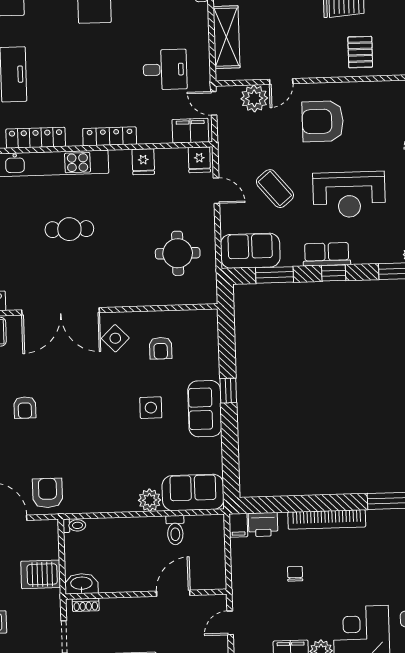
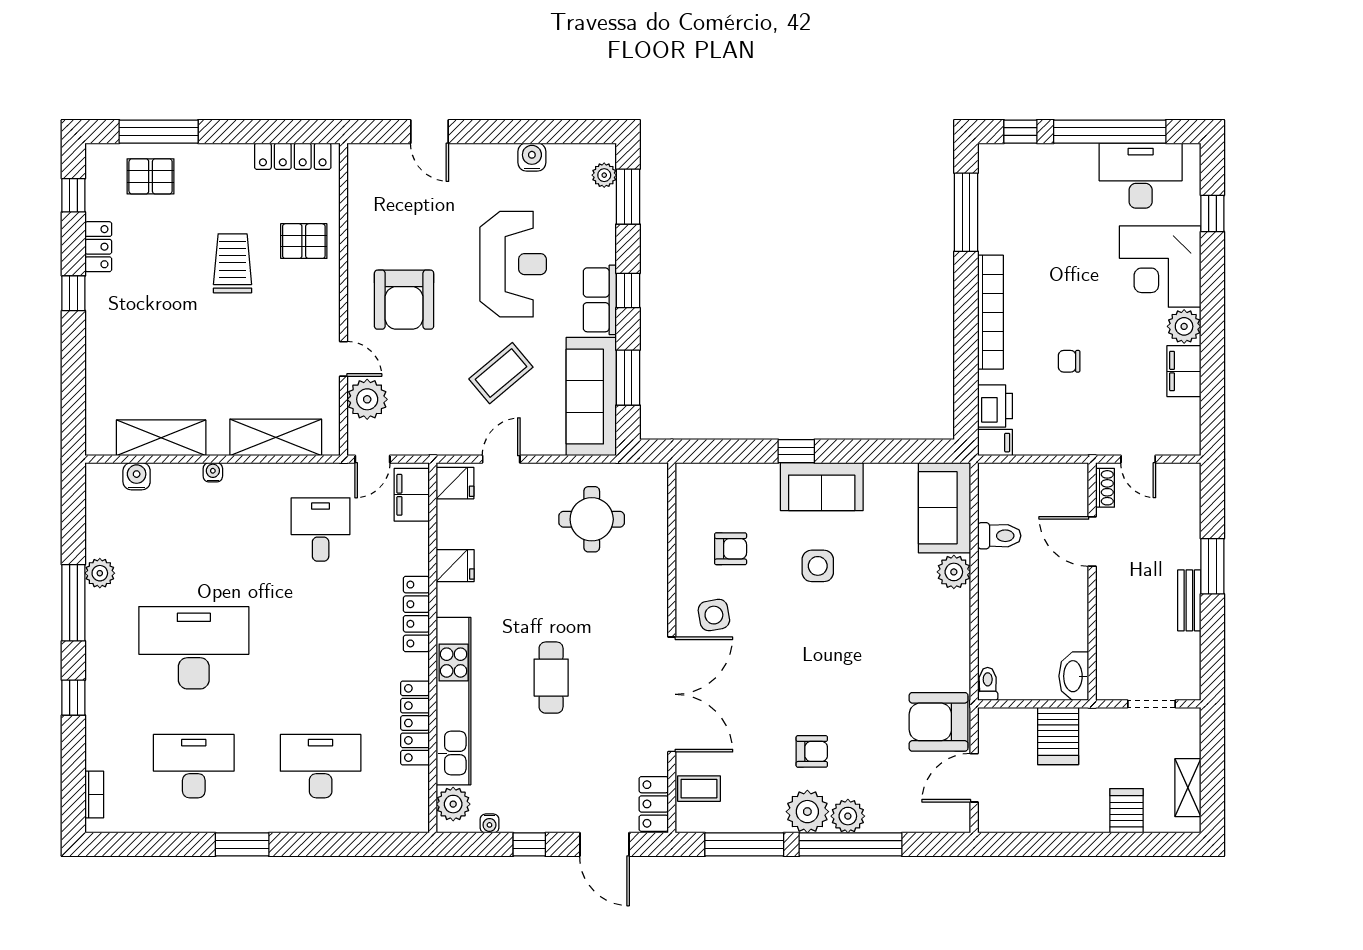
sofa: (250, 251) -> (591, 397), width x1.36
side table: (115, 338) -> (714, 615), turned 34
armchair: (48, 493) -> (939, 722), width x1.36, depth x1.36
shoe rack: (86, 605) -> (1105, 488), moved

